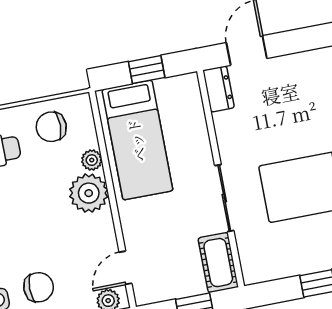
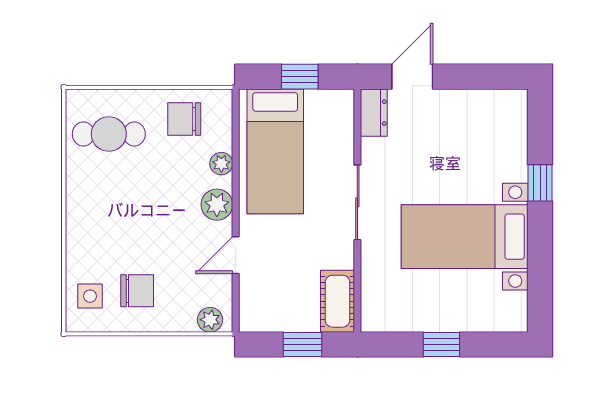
plant: (89, 193) -> (217, 205), width x0.73, depth x0.73
sliding door: (224, 198) -> (357, 202), moved
door: (126, 268) -> (236, 255), moved

